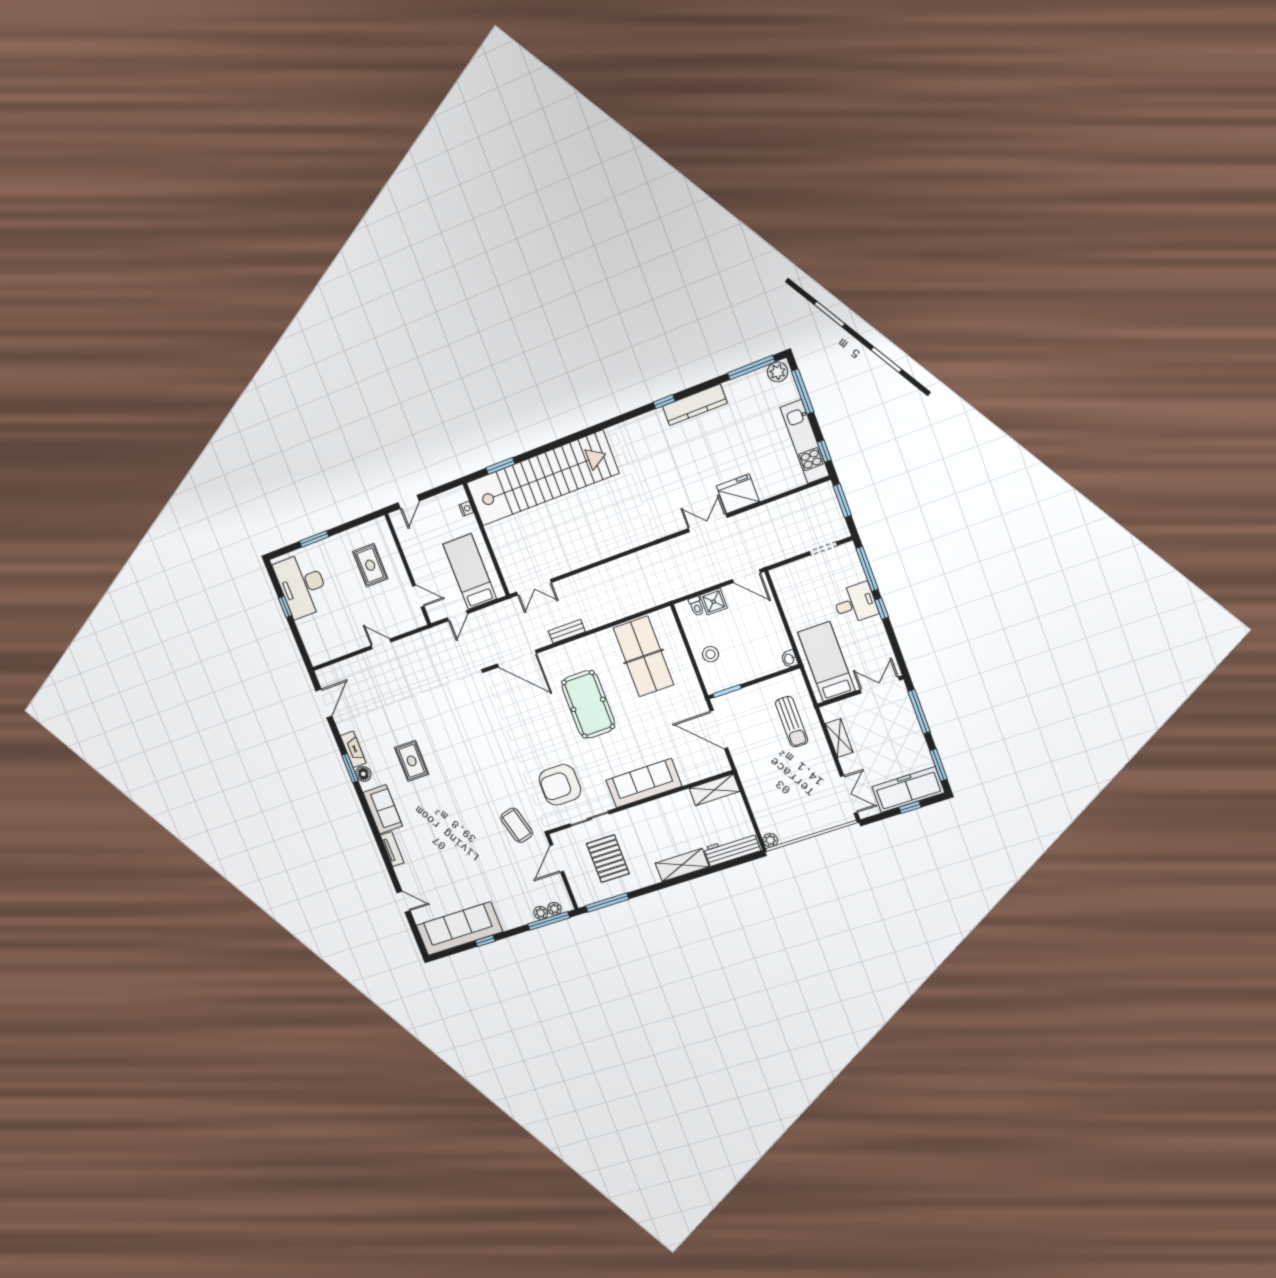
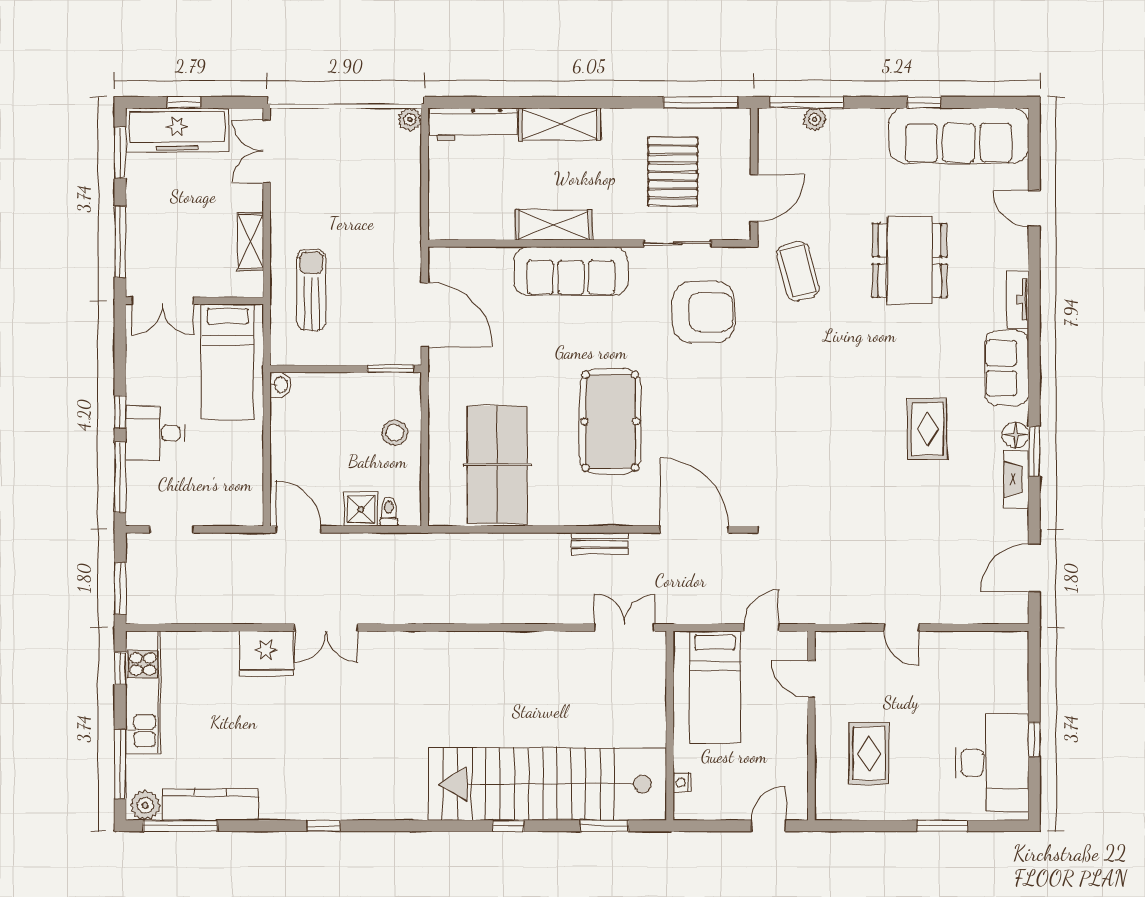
kitchen counter: (695, 405) -> (210, 804), moved
window: (556, 444) -> (508, 826), added
shelving: (714, 790) -> (553, 225), moved
dining table: (458, 851) -> (910, 260), added
plant: (554, 909) -> (790, 119), removed

